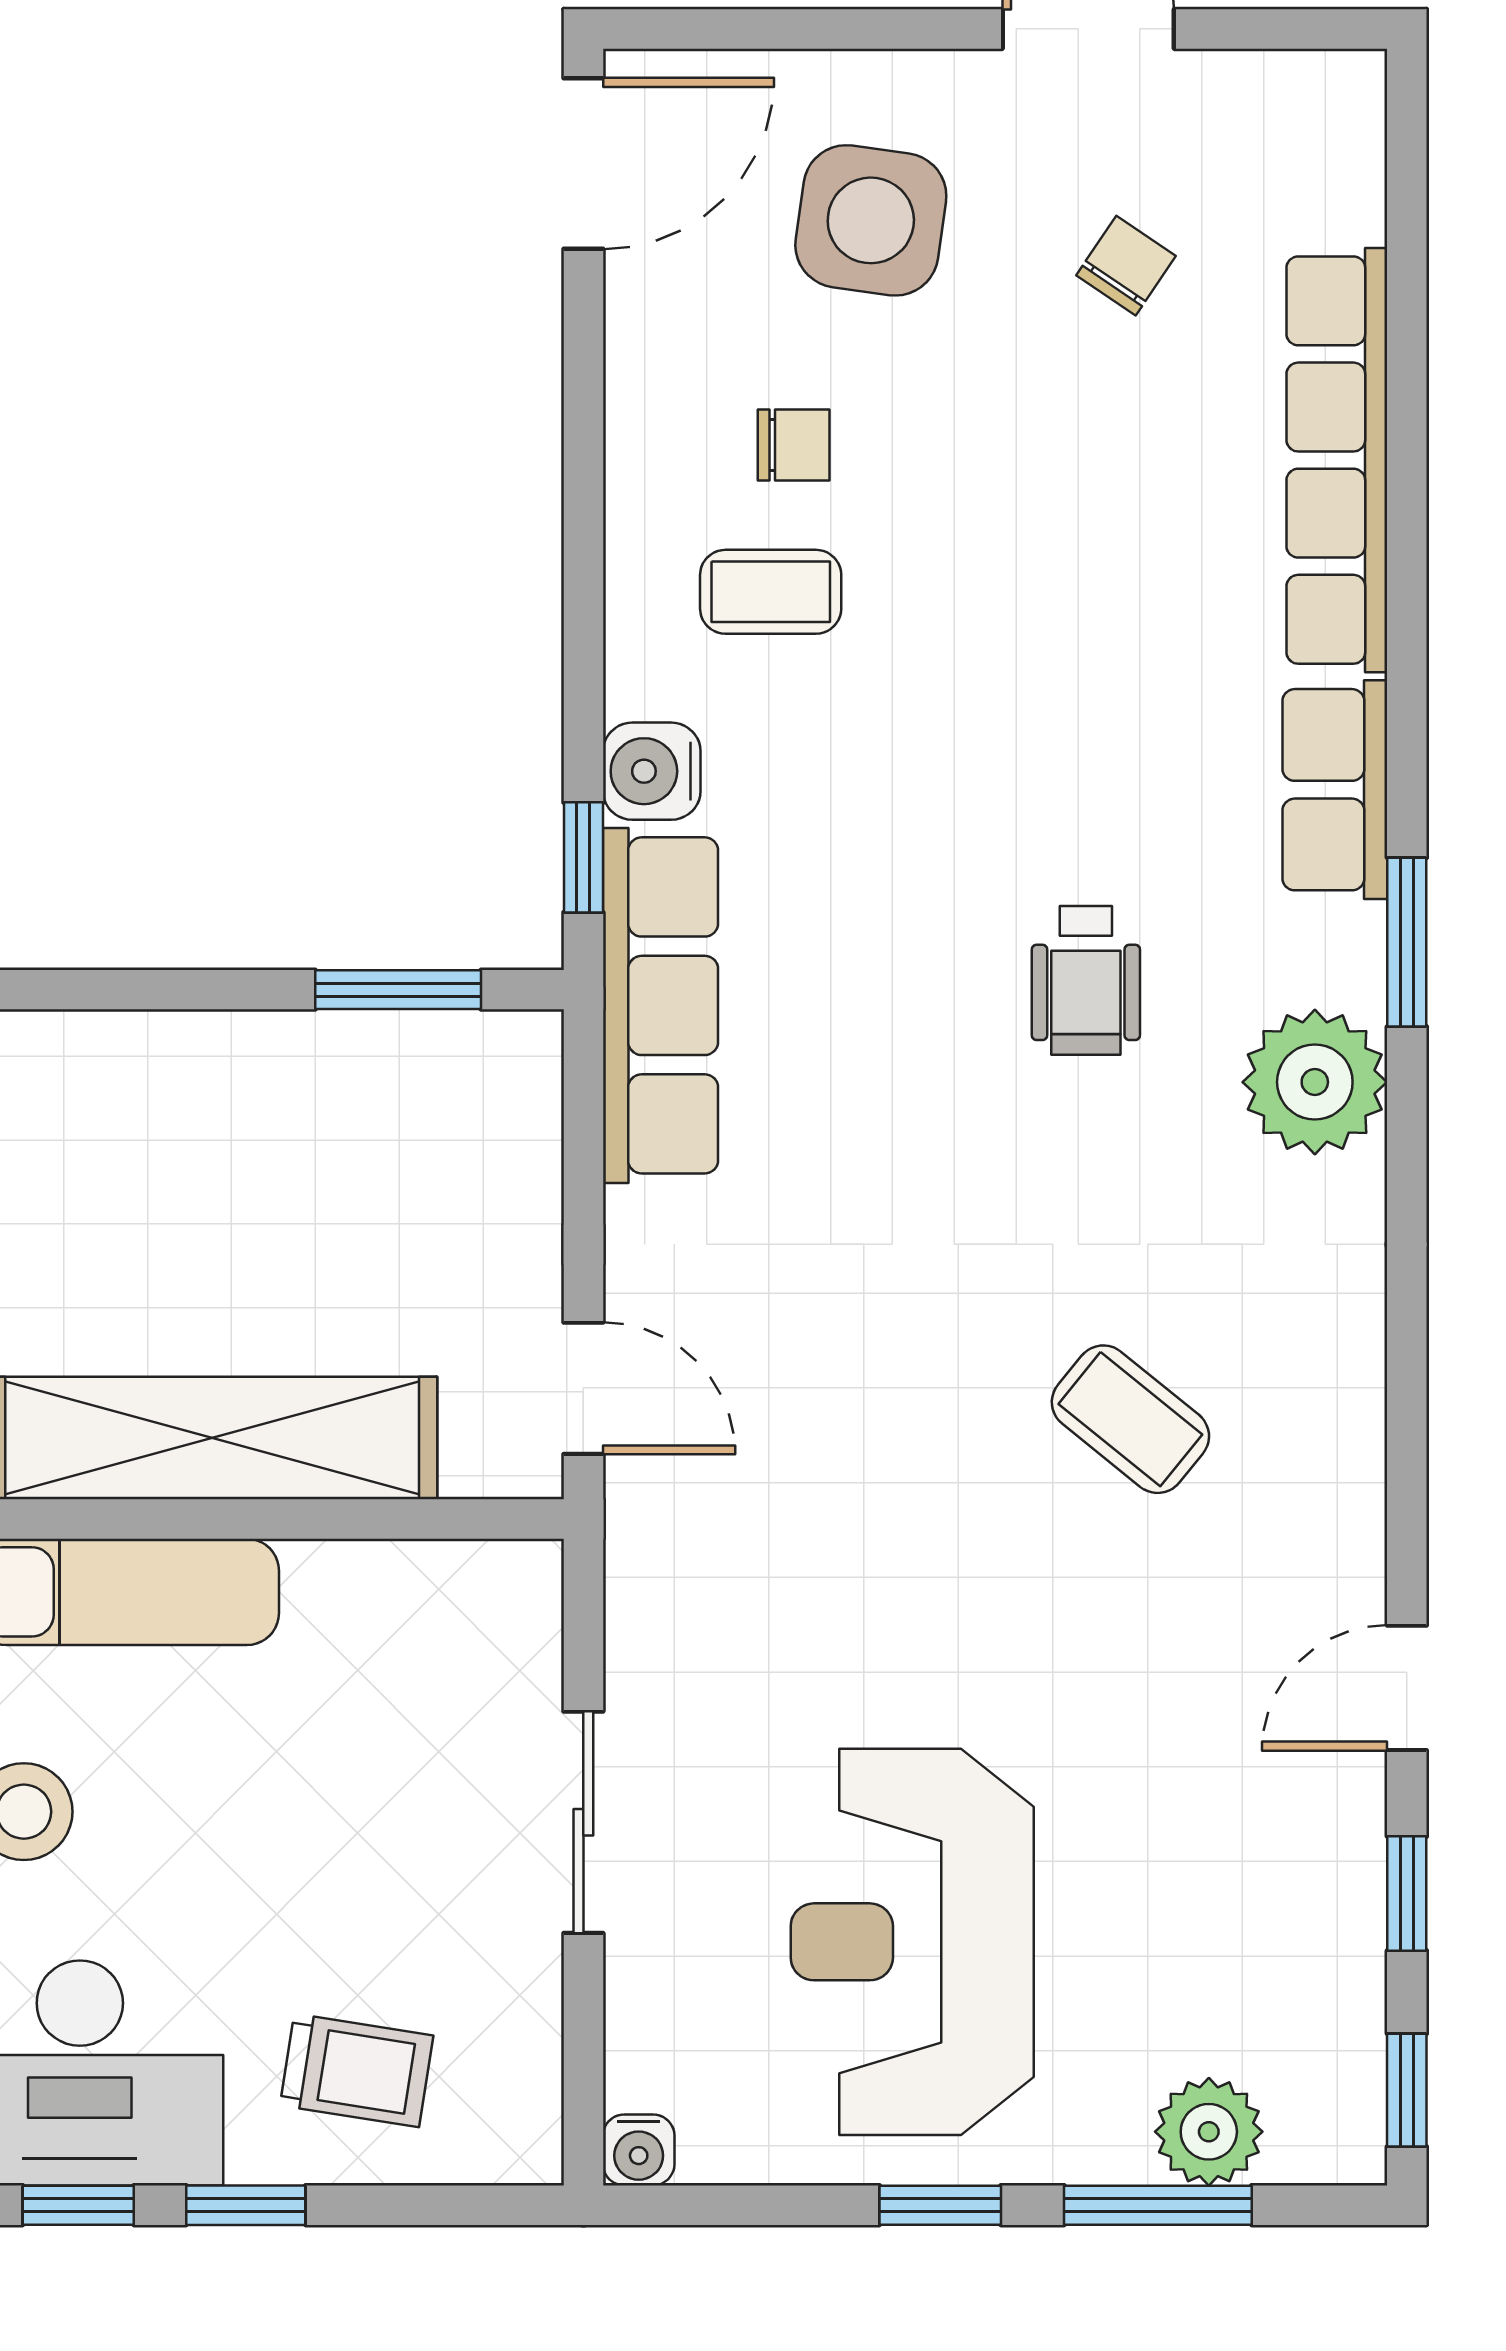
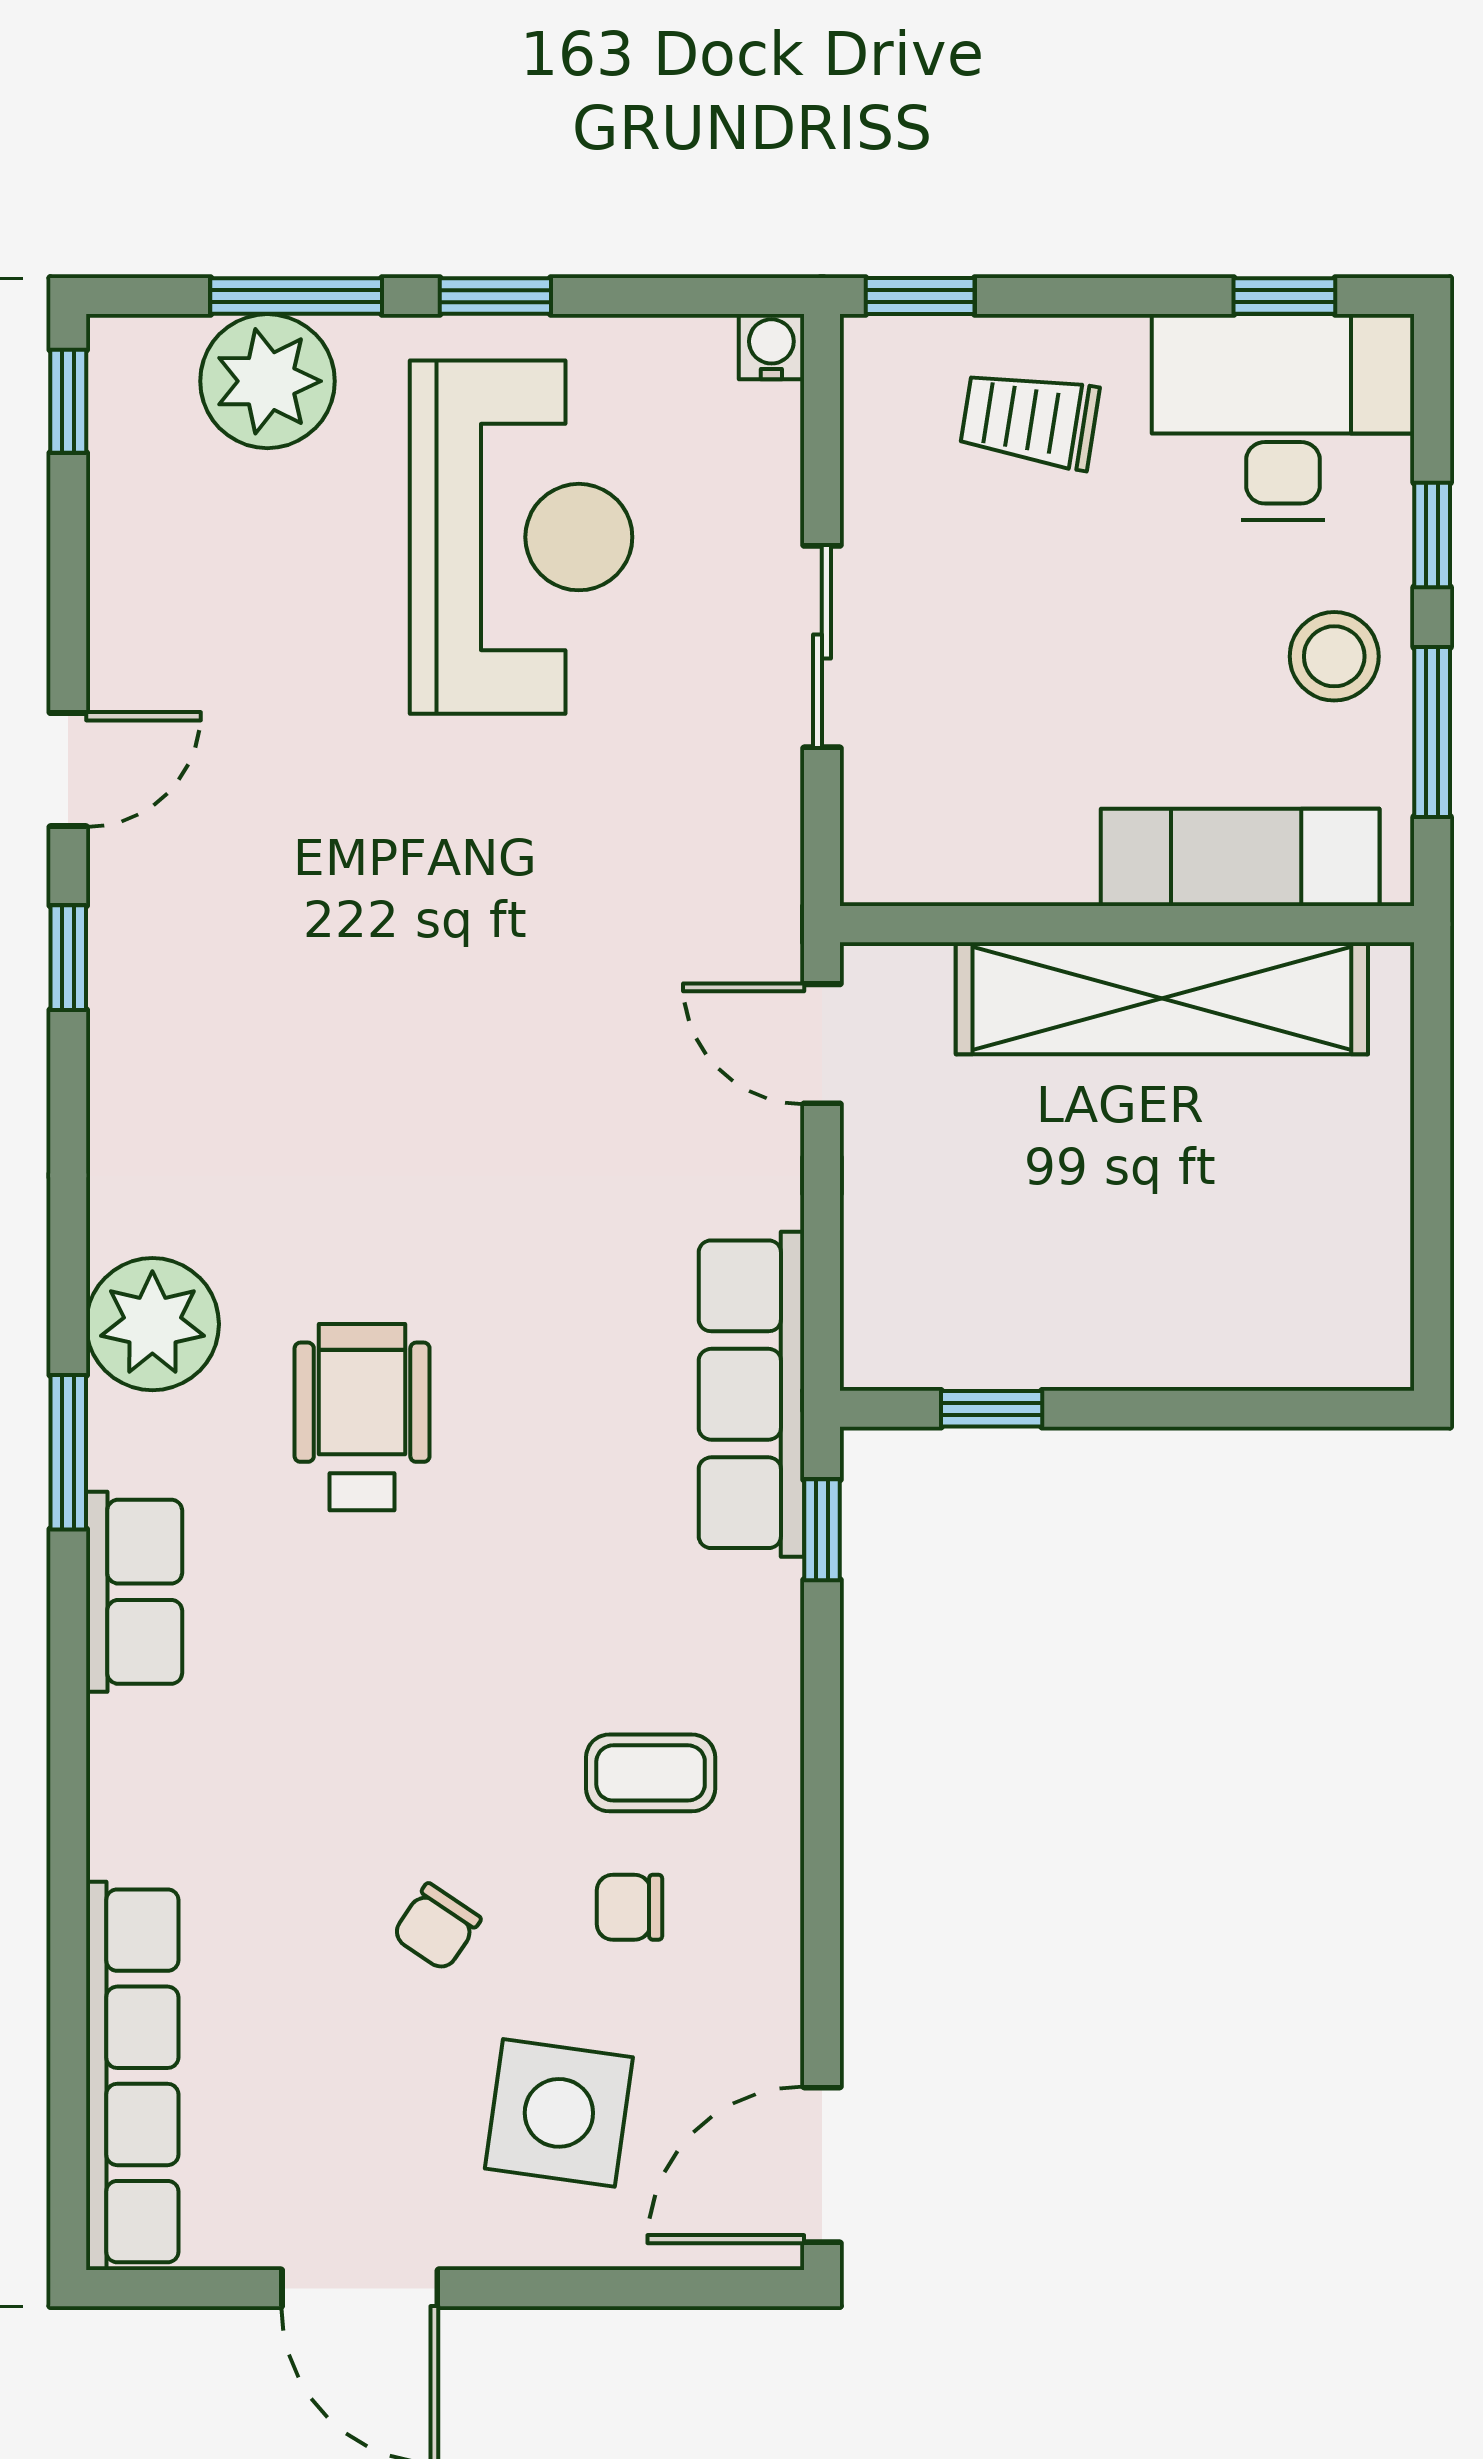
chair: (1126, 266) -> (437, 1927), moved
row of seats: (1337, 460) -> (132, 2076), moved
water cooler: (652, 771) -> (759, 1609), removed
wheelchair: (1086, 980) -> (362, 1417), width x1.36, depth x1.37
window: (398, 990) -> (992, 1409), width x0.67
coffee table: (1130, 1419) -> (321, 1016), removed
window: (1407, 1893) -> (68, 958), moved
plant: (1209, 2132) -> (267, 381), width x1.36, depth x1.36
window: (246, 2205) -> (920, 296), moved

